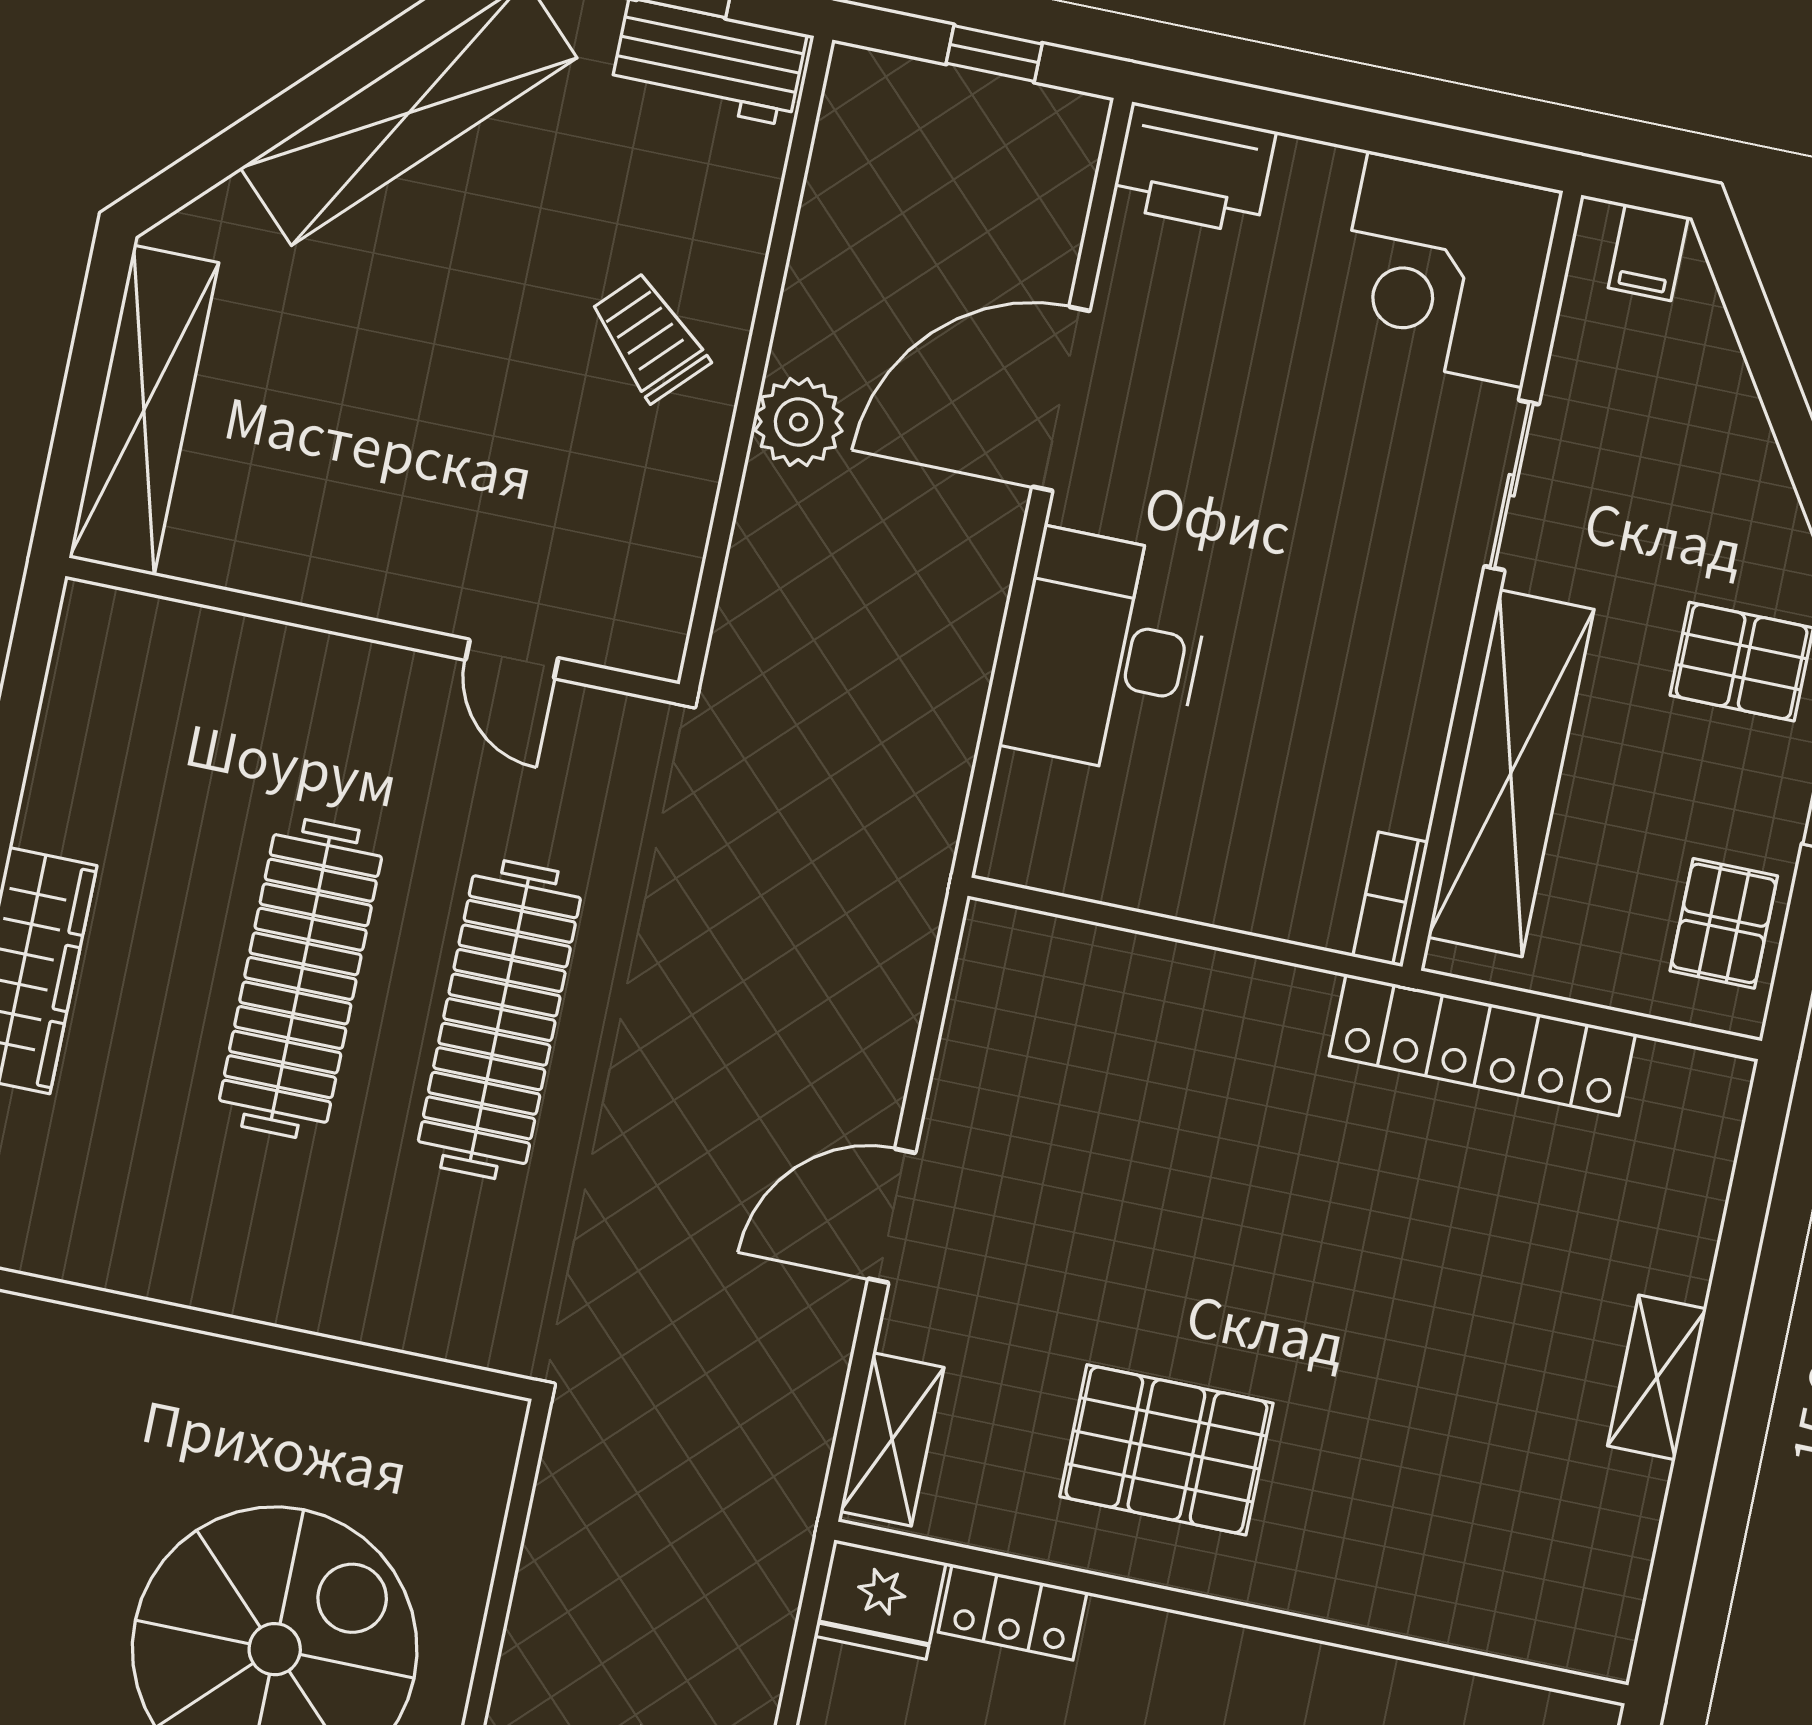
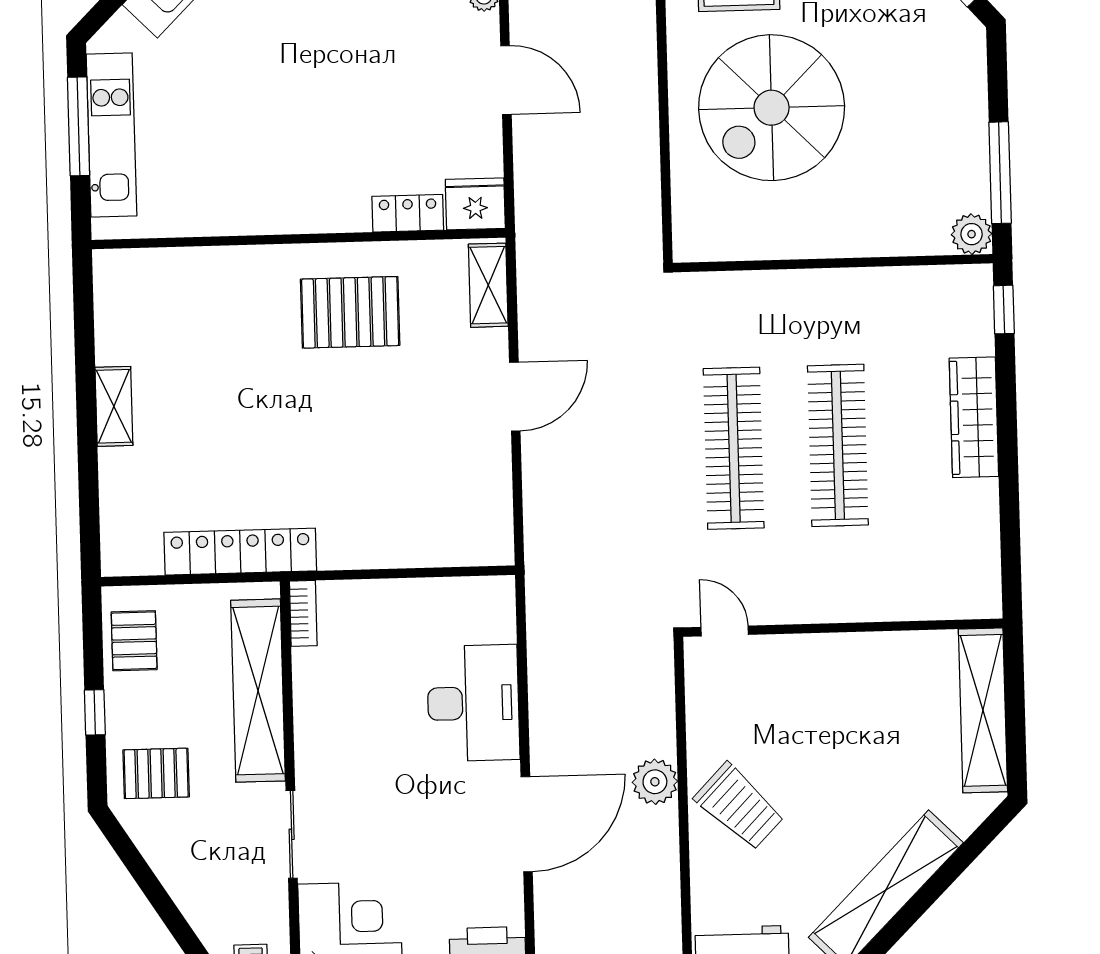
trolley: (649, 337) -> (739, 807), width x1.36, depth x1.39
door: (512, 659) -> (725, 631), moved

